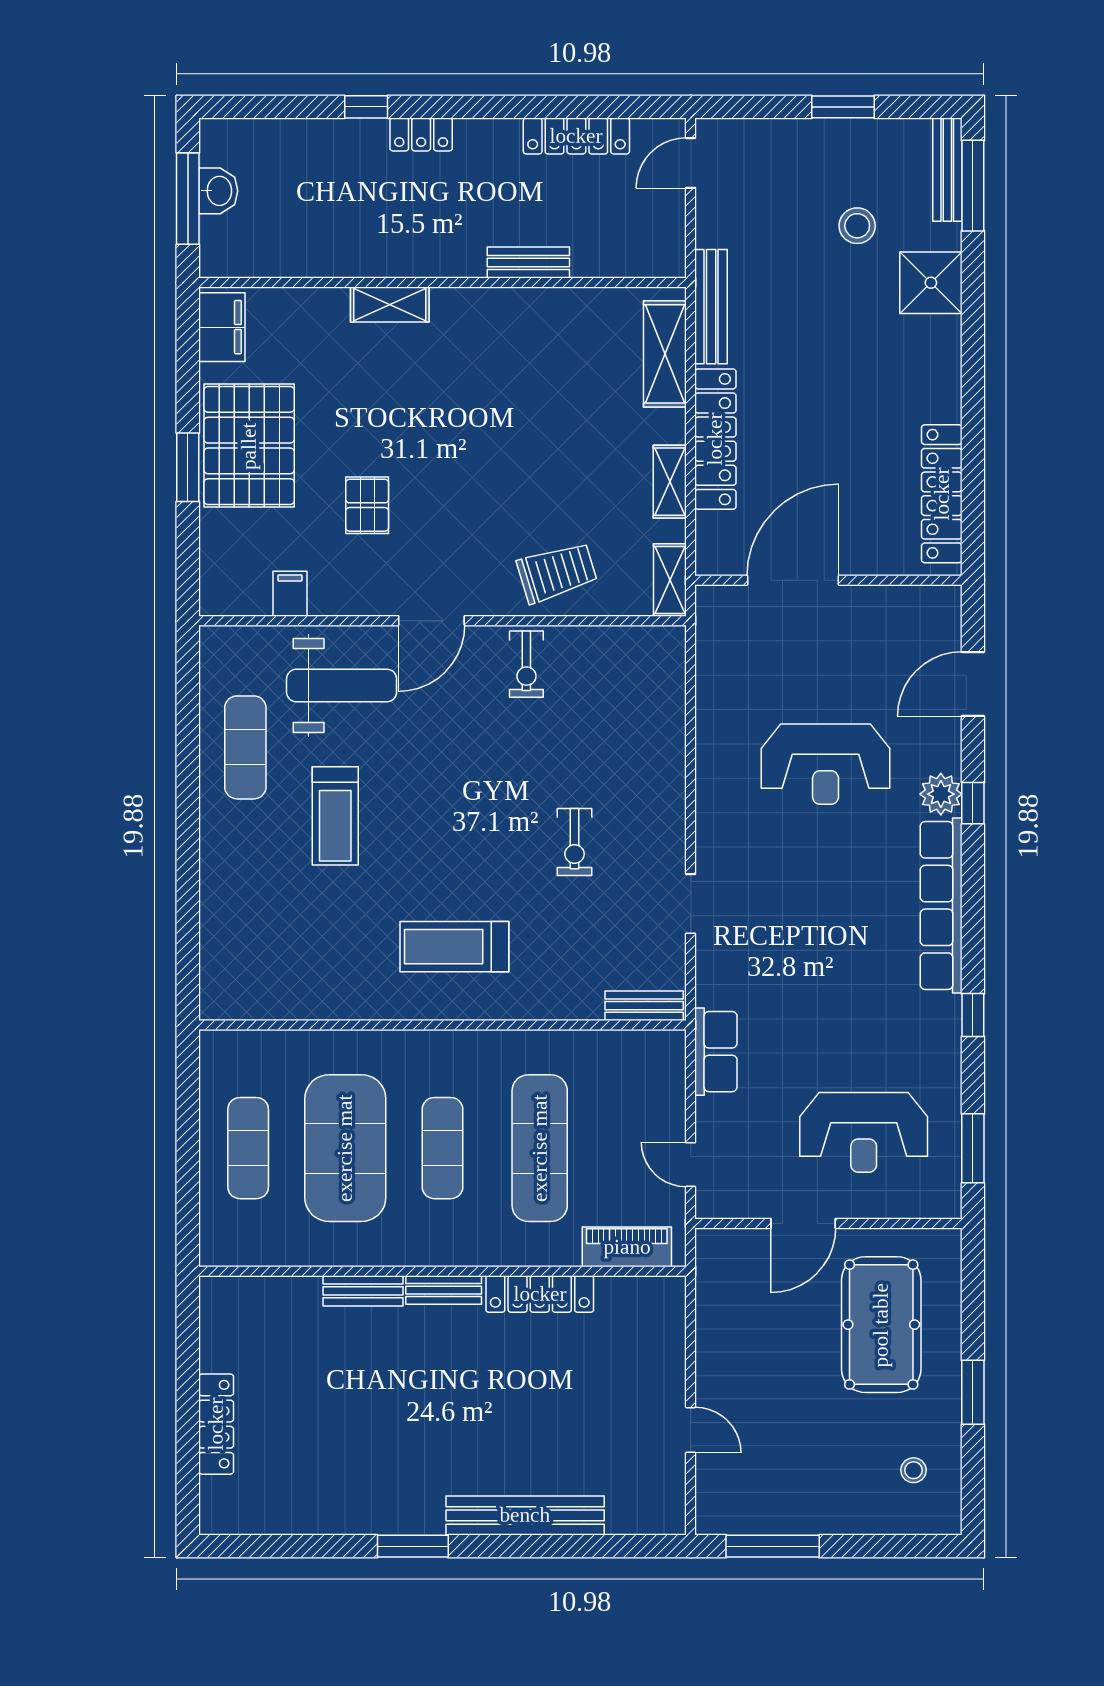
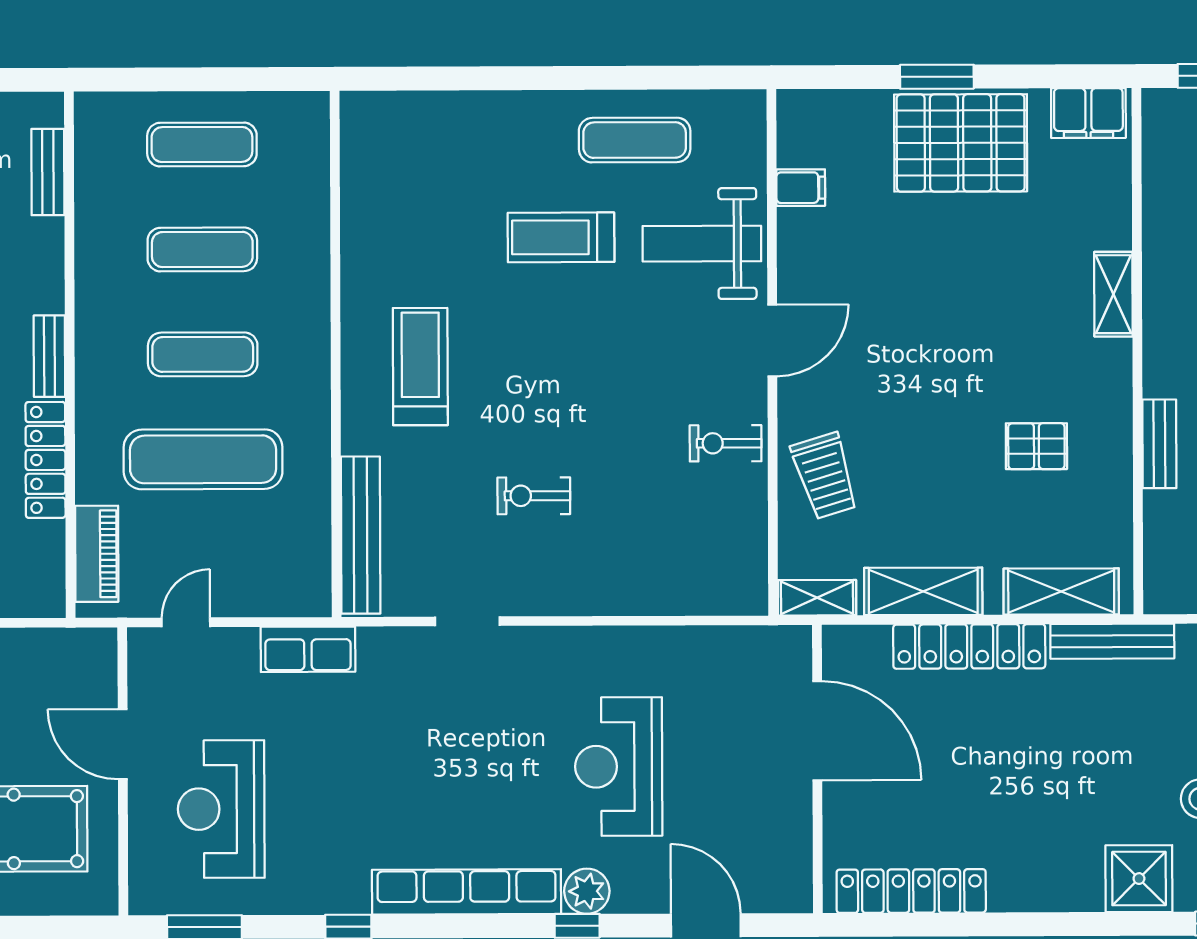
shelving: (670, 482) -> (923, 591), width x1.50, depth x1.33
pallet: (367, 505) -> (1036, 446), moved
door: (431, 621) -> (772, 340), swing flipped
weight bench: (342, 685) -> (702, 244), turned 90
bench: (644, 1006) -> (361, 535), width x1.86, depth x1.21
exercise mat: (345, 1148) -> (202, 249), width x0.50, depth x0.69
bench: (363, 1291) -> (48, 172), moved

